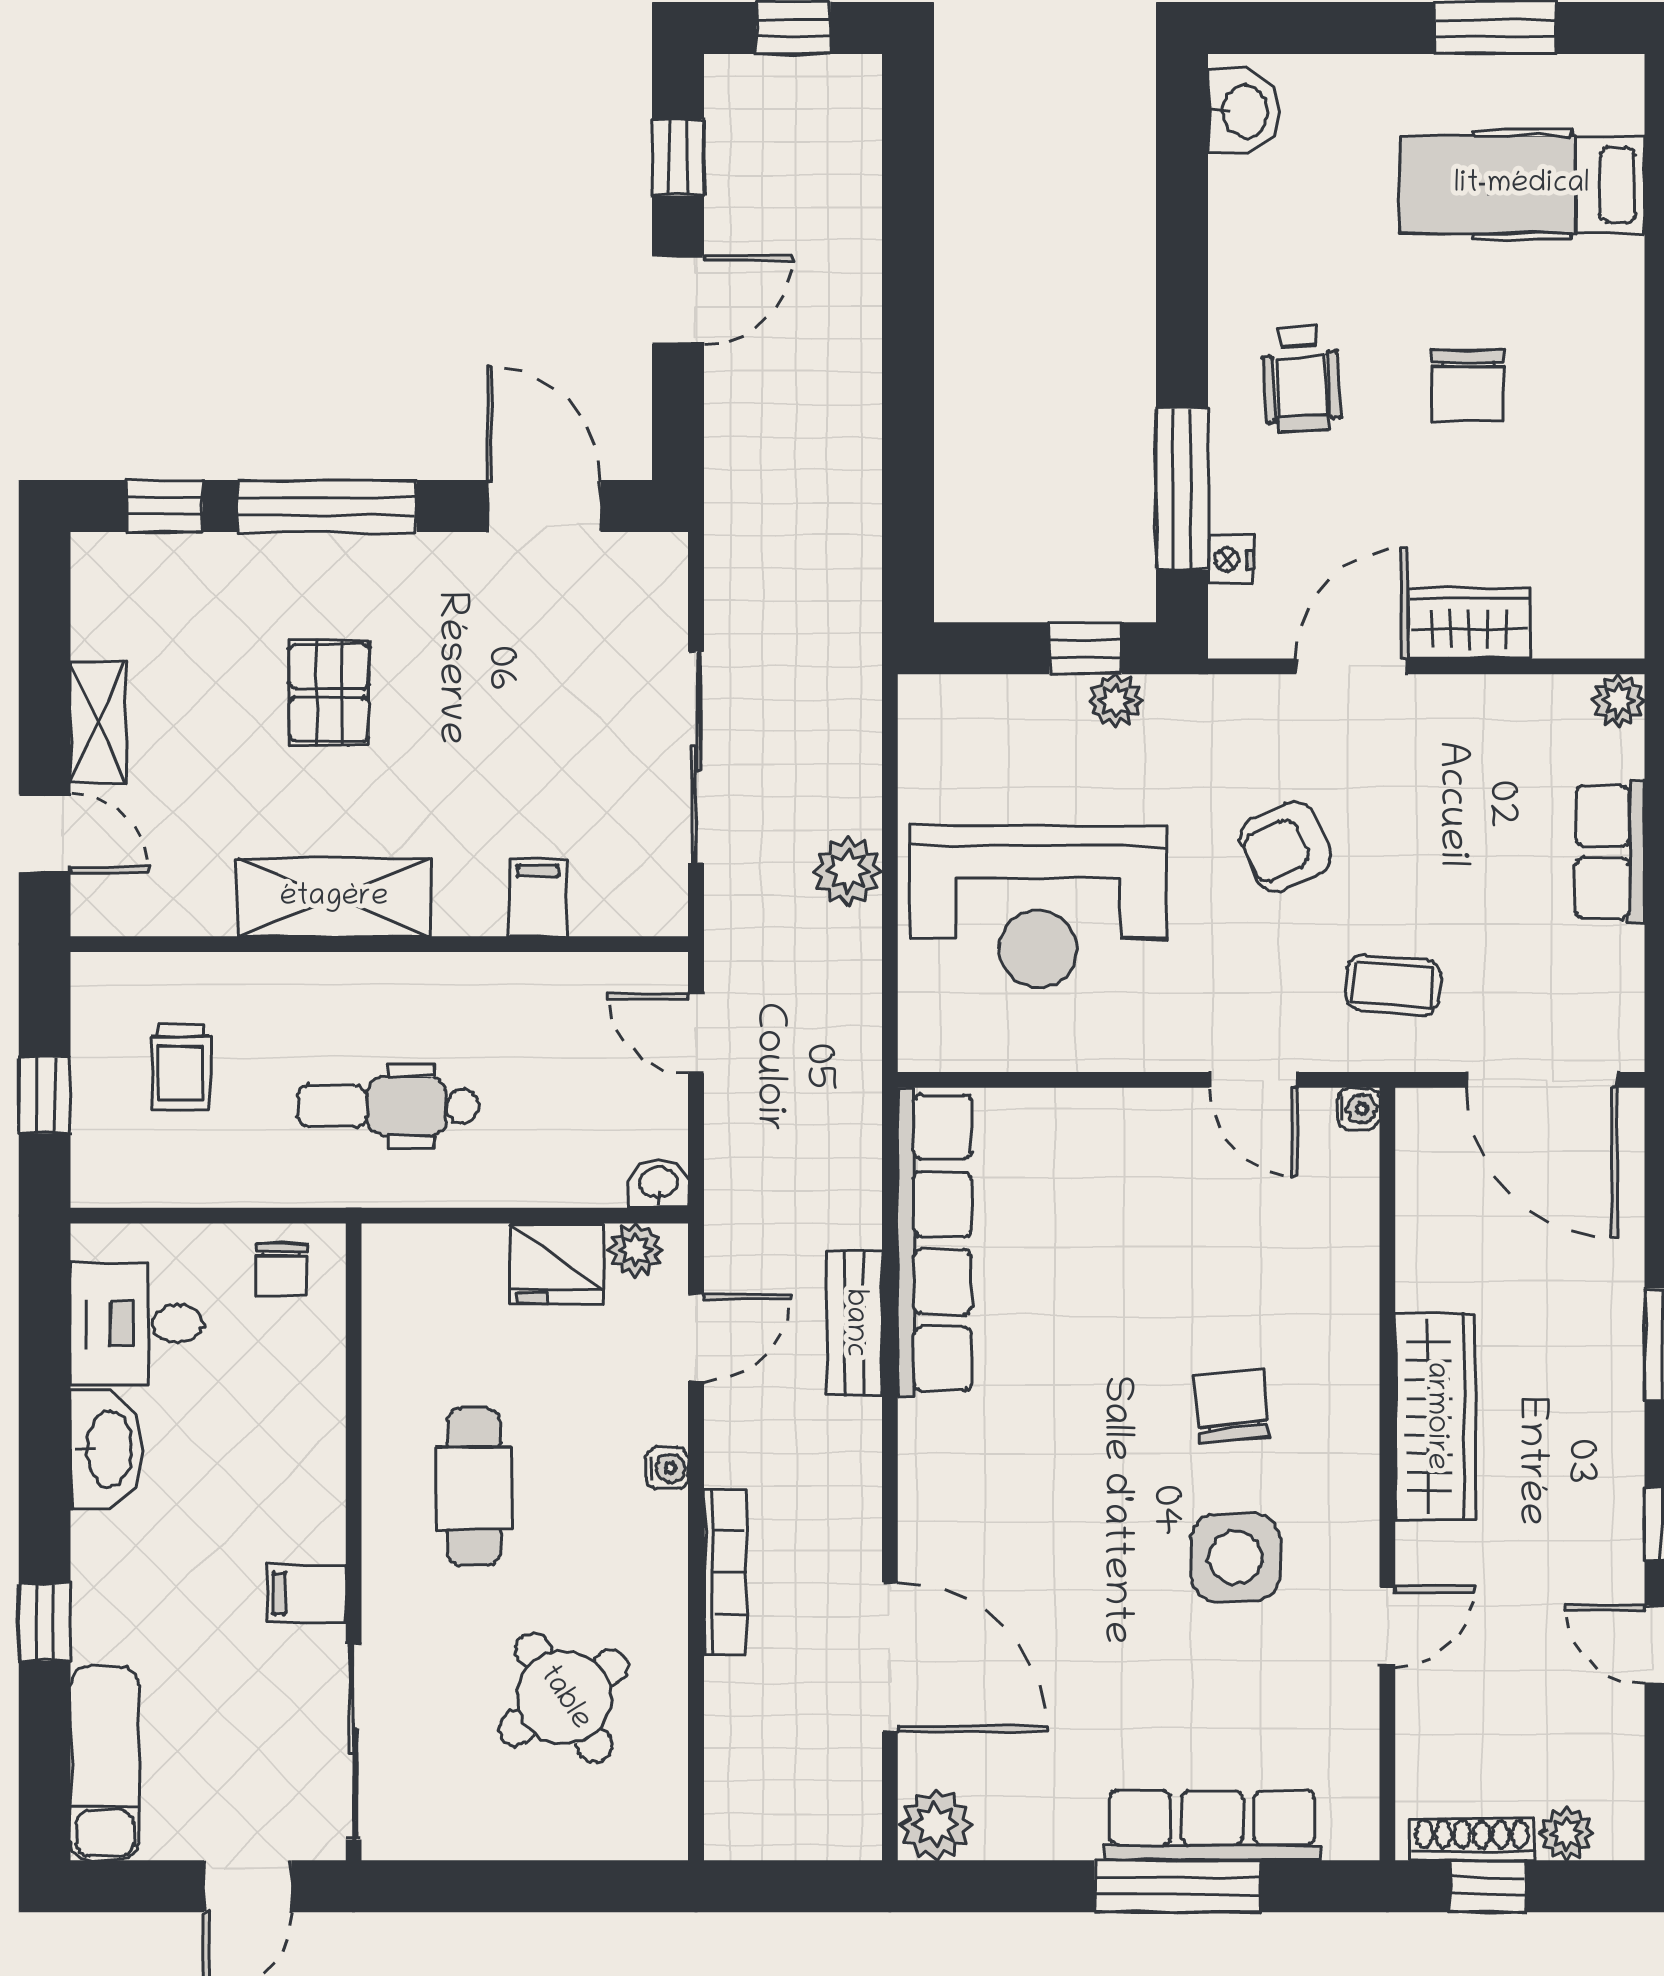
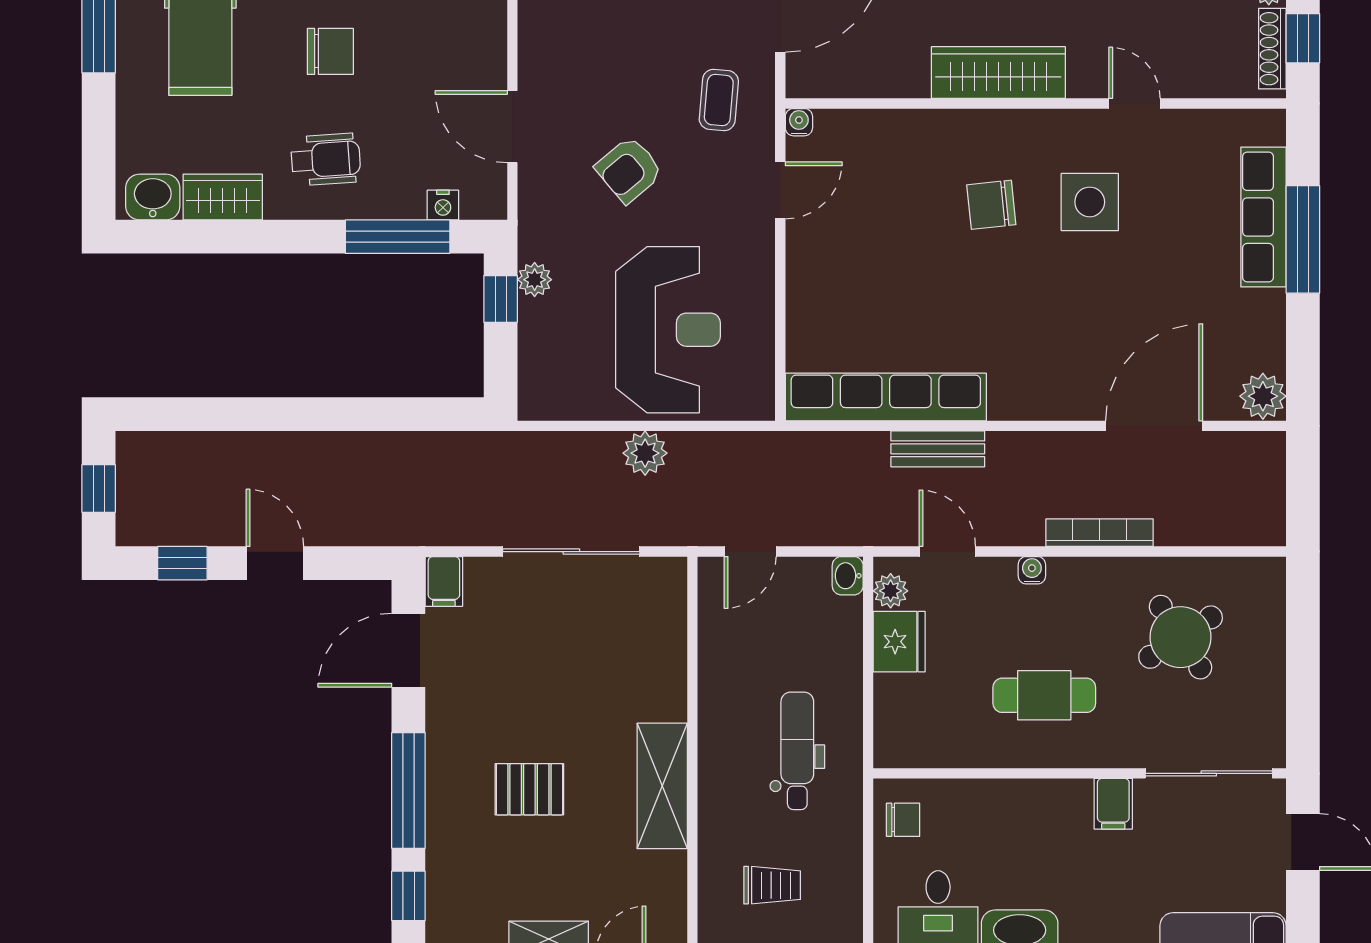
wardrobe: (1469, 623) -> (223, 197), moved, turned 90
armchair: (1285, 846) -> (629, 170), turned 75
filing cabinet: (538, 898) -> (444, 581), moved, turned -90
dental chair: (388, 1106) -> (797, 751), turned 180

